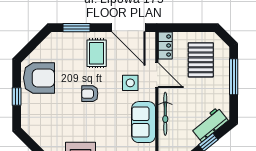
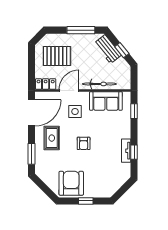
rug: (97, 53) -> (52, 138), turned 90
window: (234, 77) -> (81, 30), moved

